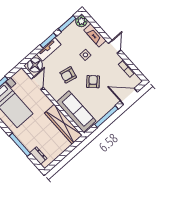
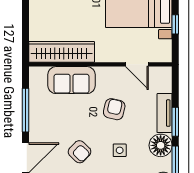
floor lamp: (35, 65) -> (161, 145), moved
armchair: (93, 82) -> (80, 152), moved
sofa: (76, 112) -> (72, 80), width x0.73

